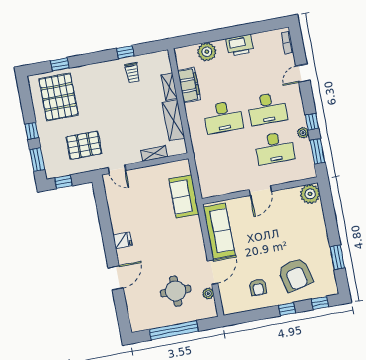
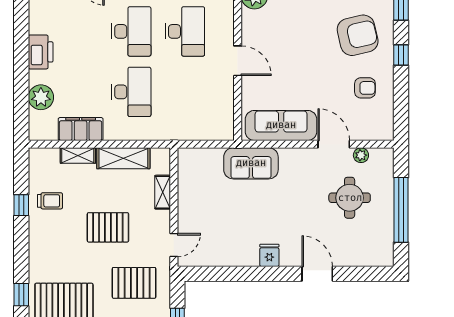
pallet: (121, 118) -> (108, 227), added
pallet: (84, 145) -> (134, 283), turned 90
sofa: (184, 197) -> (251, 163), moved

